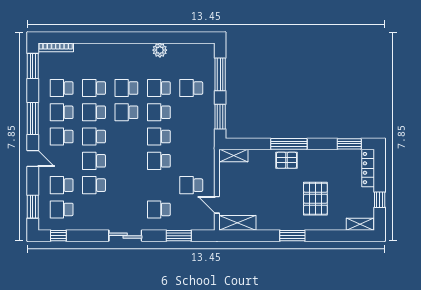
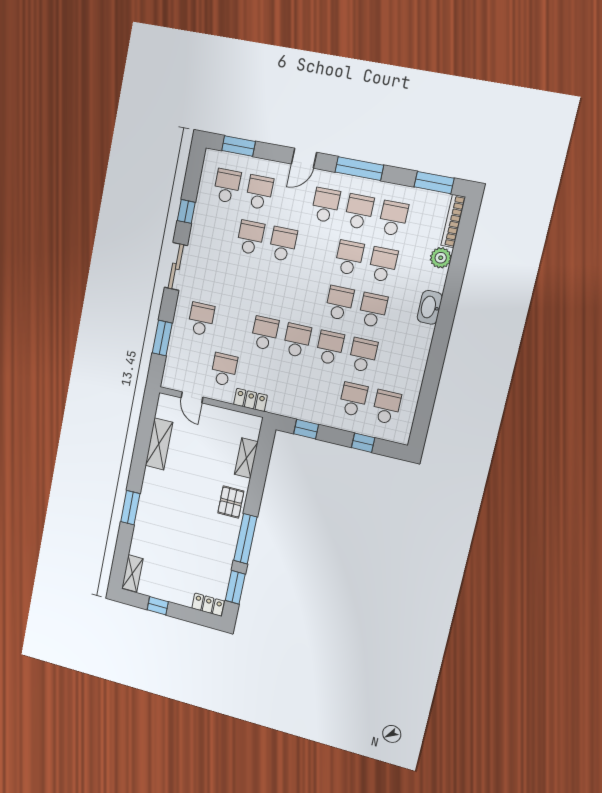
washbasin: (116, 50) -> (430, 307), added
plant: (160, 50) -> (441, 258), moved
window: (220, 74) -> (363, 443), width x0.46
window: (220, 117) -> (306, 429), width x0.67
school desk: (94, 137) -> (386, 407), moved
window: (289, 144) -> (245, 539), moved
shelving: (234, 156) -> (246, 458), moved
locker: (209, 161) -> (250, 400), added
locker: (368, 168) -> (208, 605), width x0.66
pallet: (315, 199) -> (175, 526), removed
door: (217, 205) -> (192, 397), swing flipped
shelving: (237, 223) -> (159, 444), moved
window: (58, 236) -> (186, 211), moved
window: (292, 236) -> (130, 508), moved

